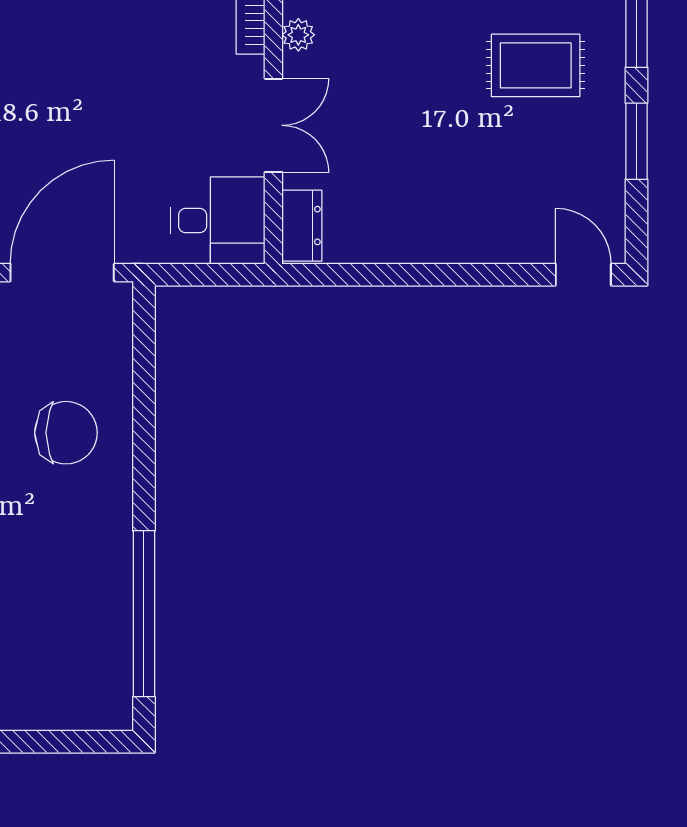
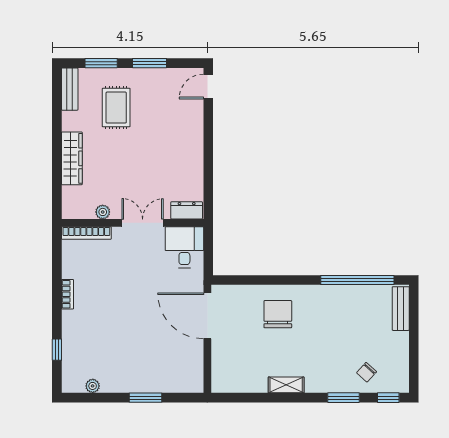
bench: (79, 712) -> (401, 309), added

